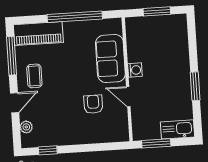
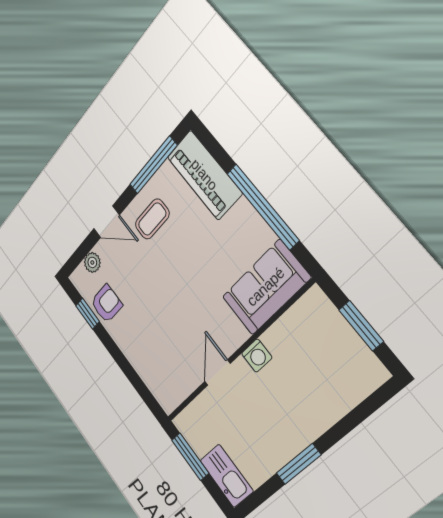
sofa: (110, 59) -> (266, 287), moved
armchair: (93, 104) -> (107, 304), moved

